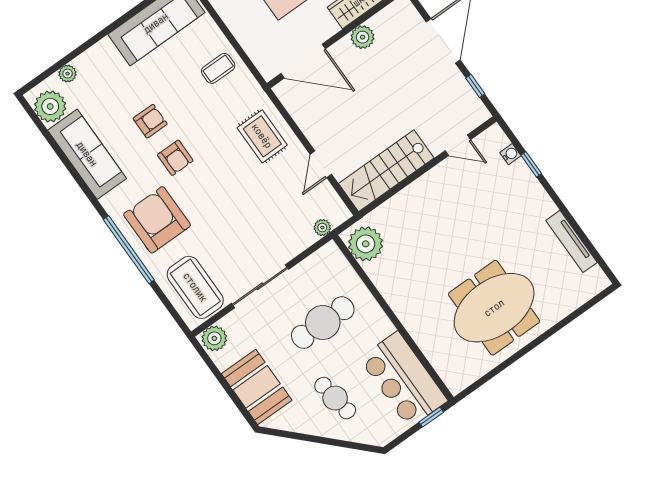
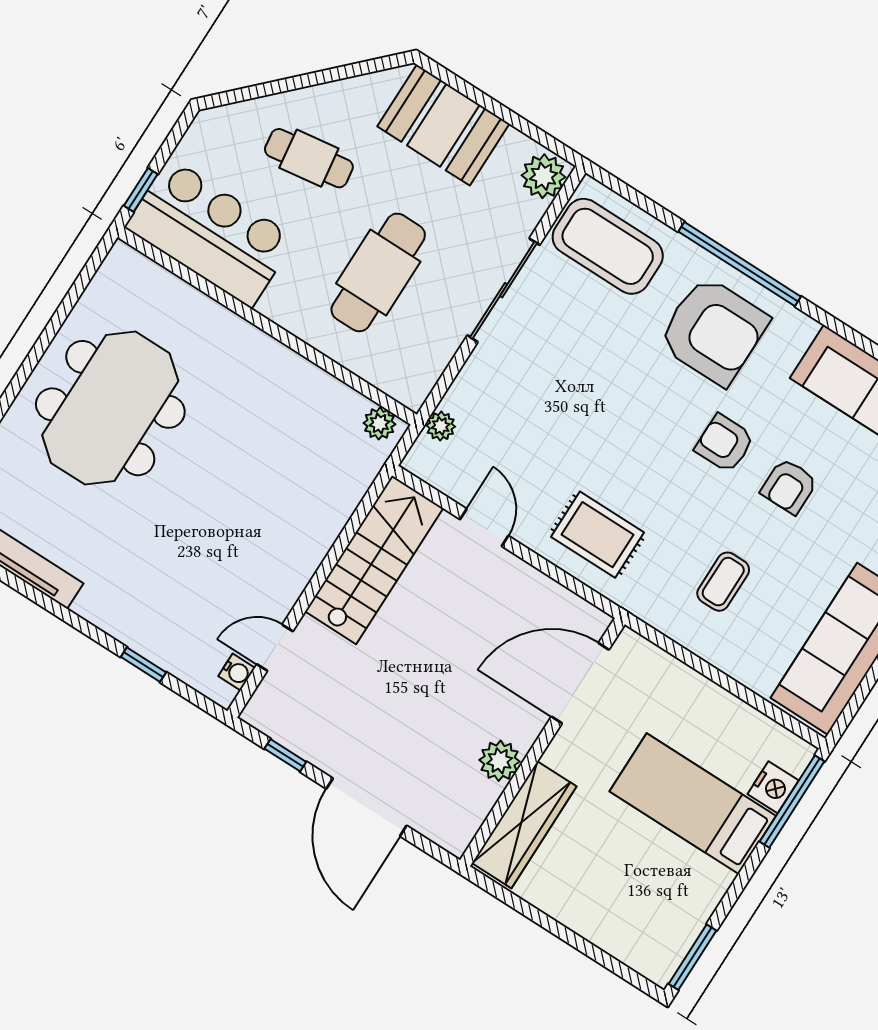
coffee table: (218, 68) -> (723, 582), moved
water cooler: (510, 154) -> (237, 672), moved, turned -90
plant: (366, 244) -> (379, 424), width x0.53, depth x0.53

